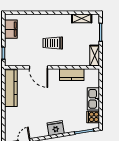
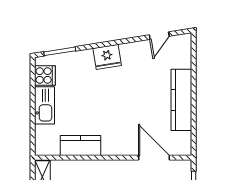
door: (38, 67) -> (154, 158), moved
kitchen counter: (11, 88) -> (181, 100), moved

